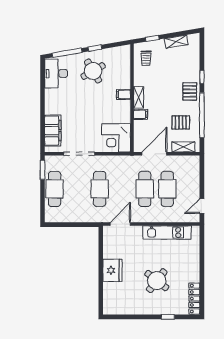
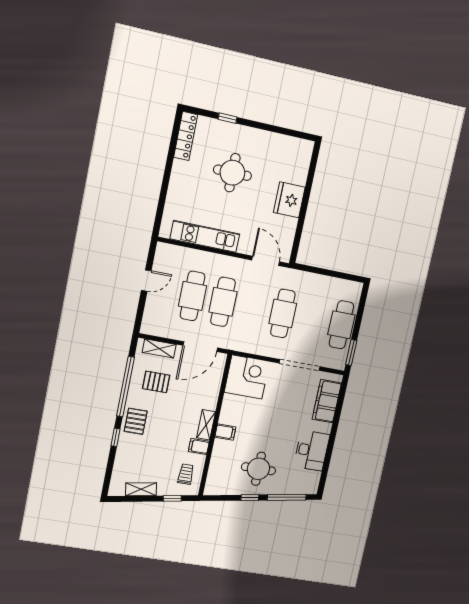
round table: (93, 71) -> (258, 469), turned 30
desk: (56, 73) -> (312, 451), moved
filing cabinet: (141, 114) -> (199, 446), moved
door: (202, 206) -> (146, 281), moved
door: (120, 224) -> (266, 261), swing flipped
round table: (157, 281) -> (232, 173), turned -38

